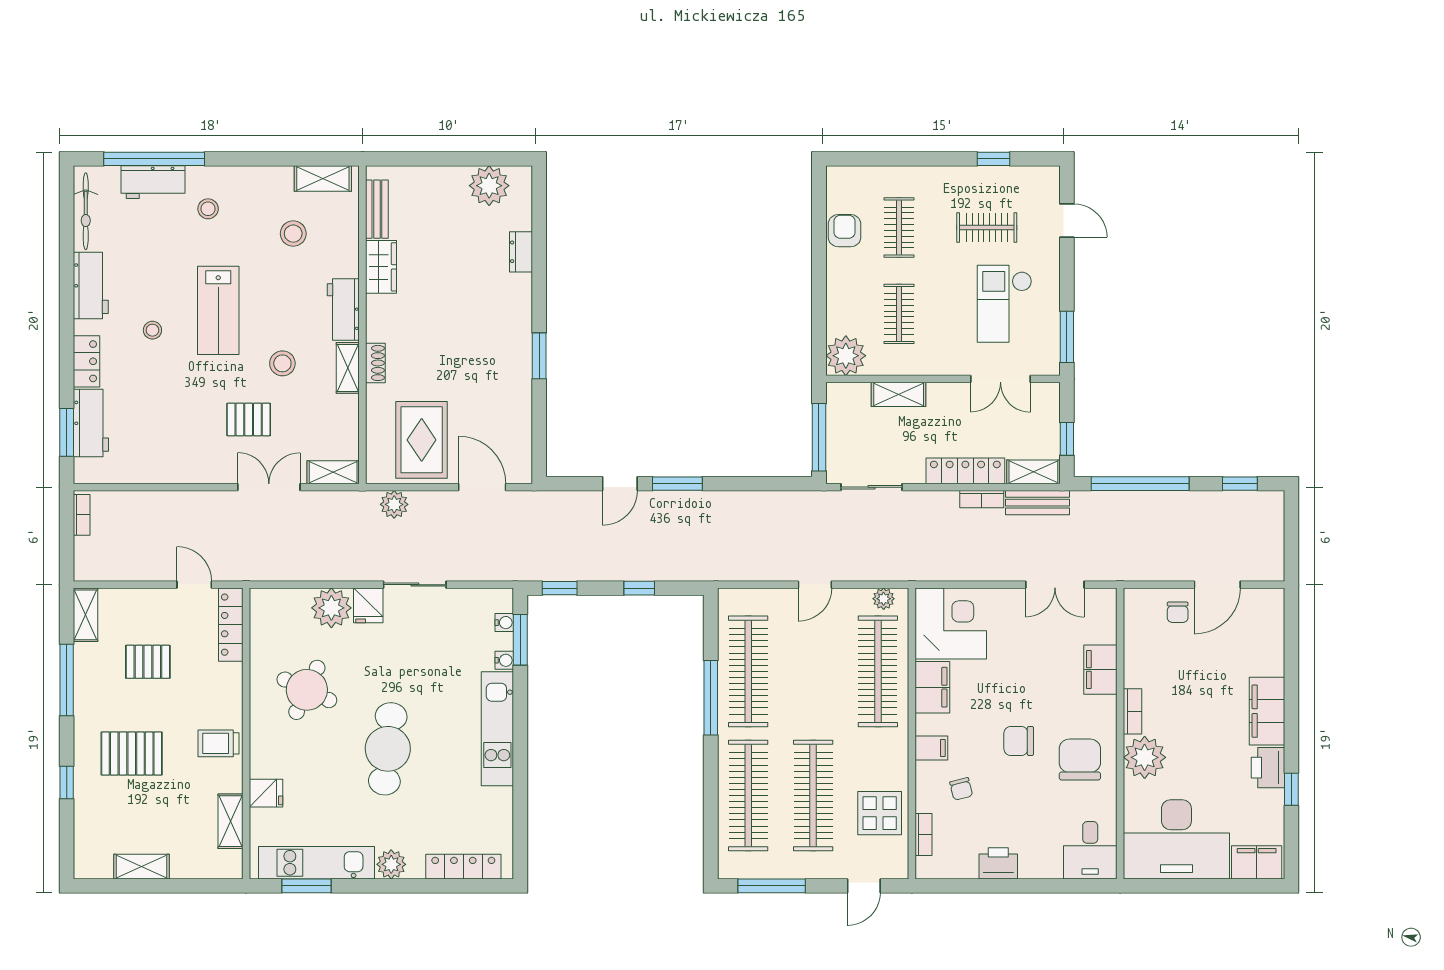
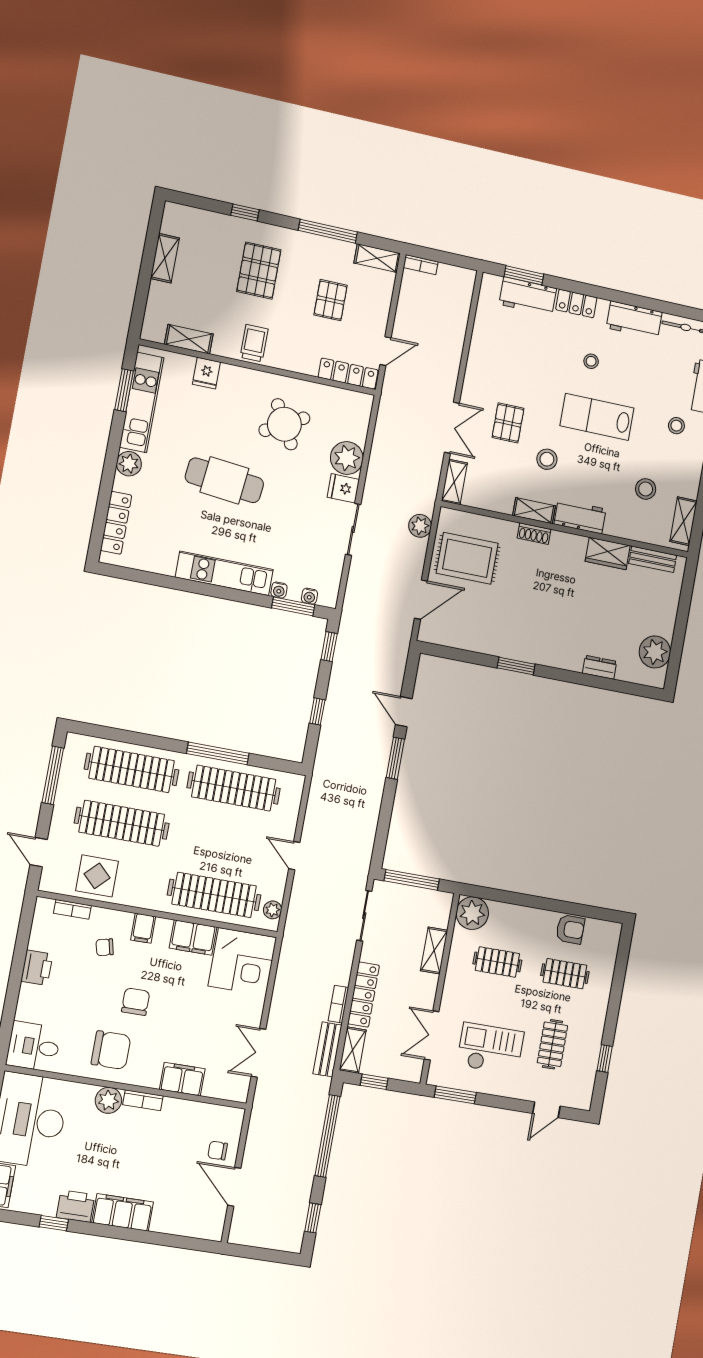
bookcase: (82, 515) -> (421, 265), moved
round table: (307, 690) -> (284, 424), turned 36
plant: (1145, 757) -> (108, 1100), width x0.73, depth x0.73

